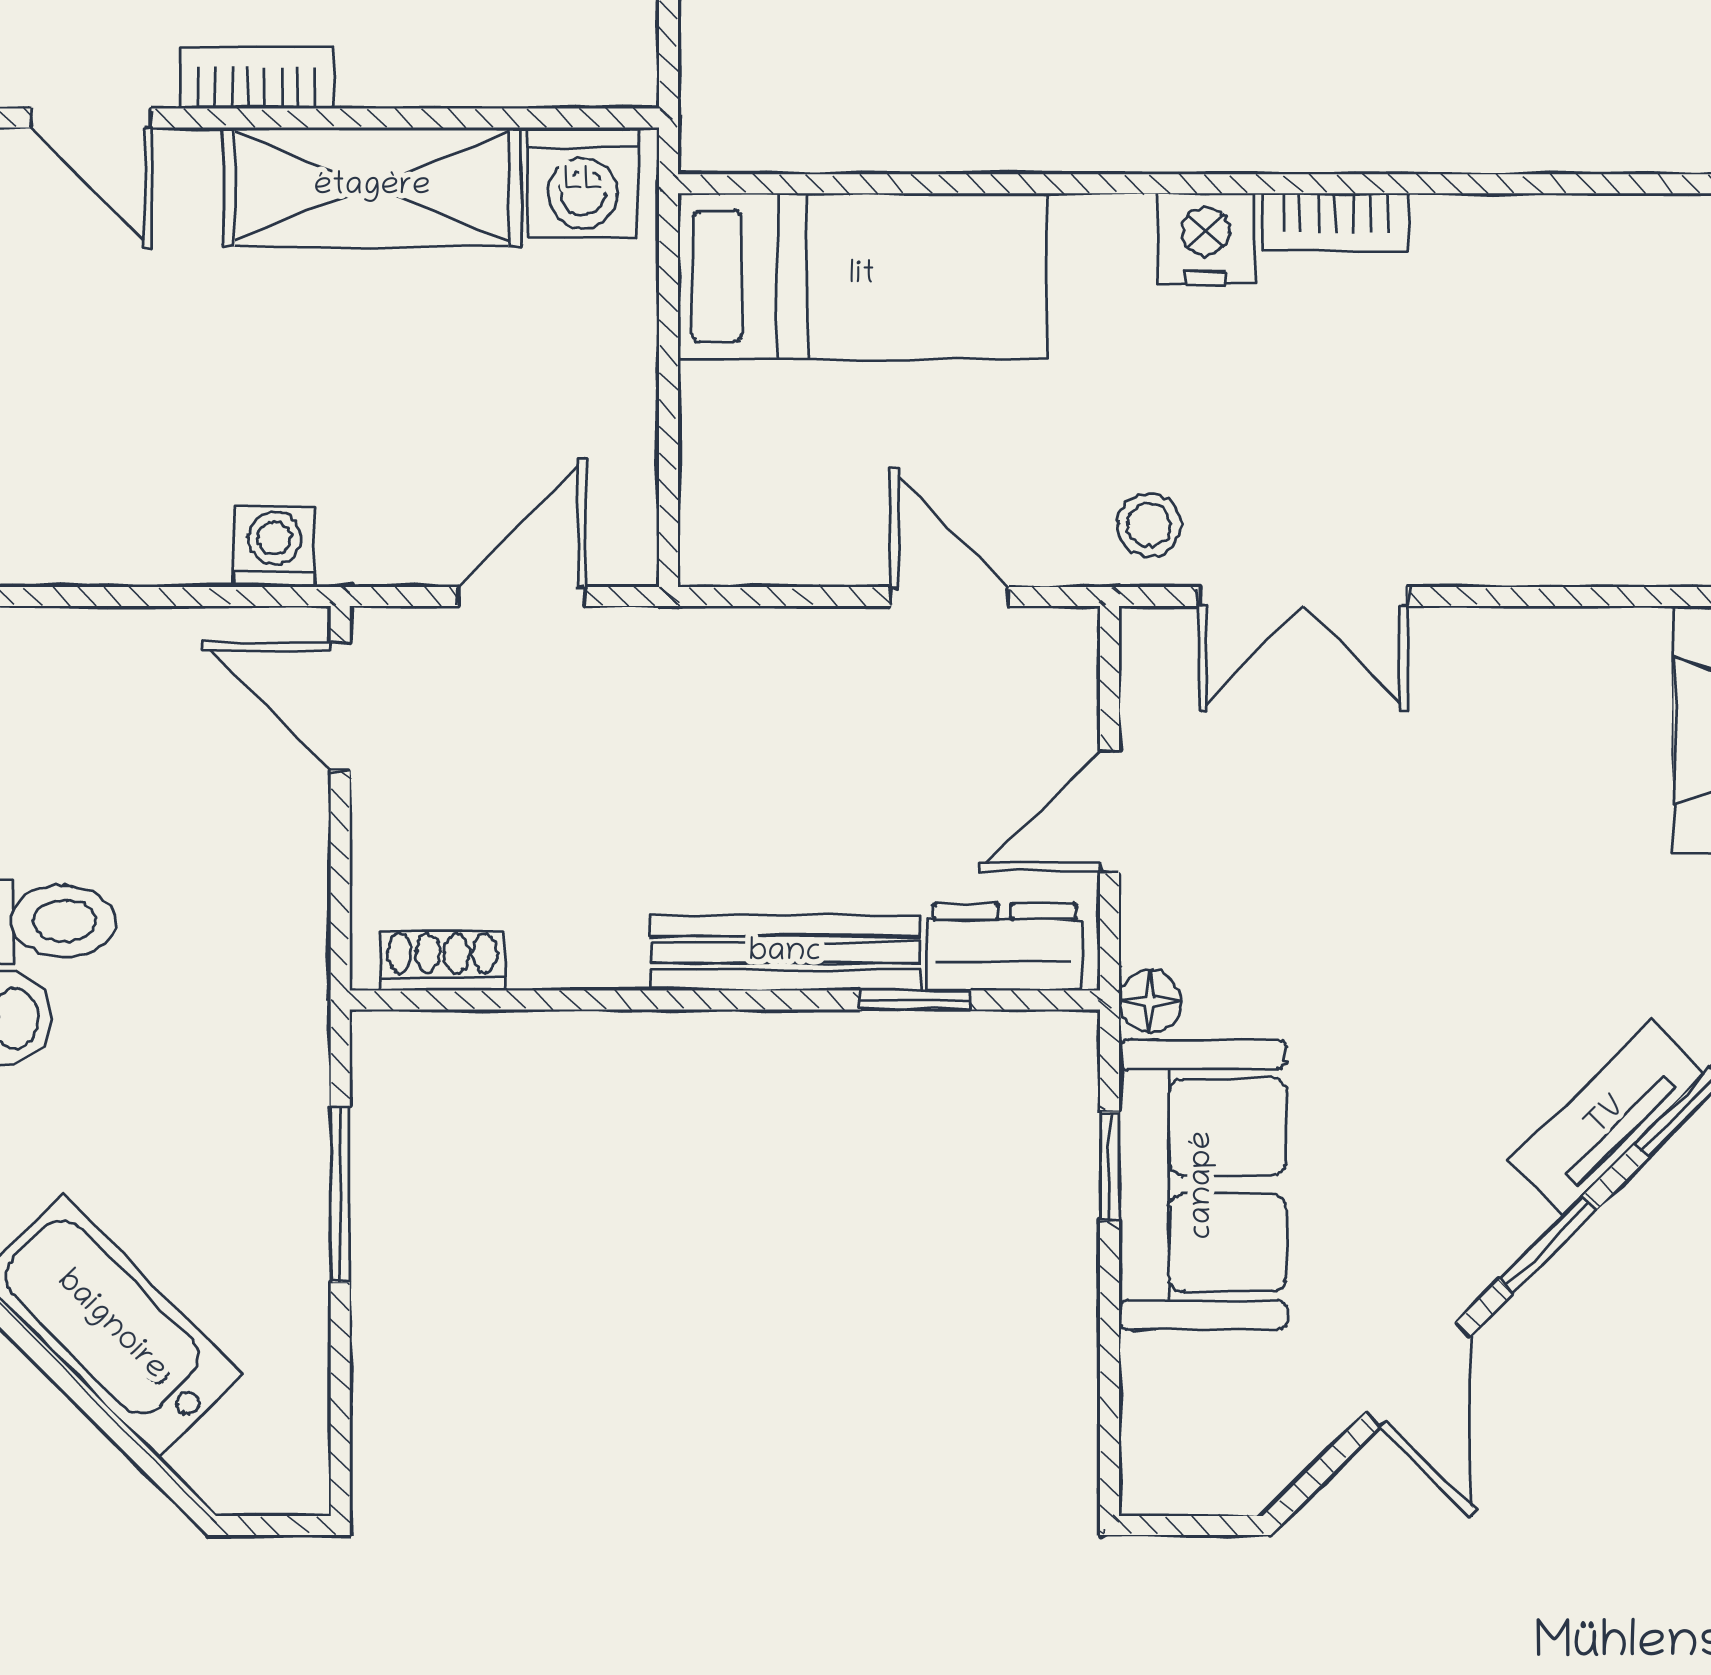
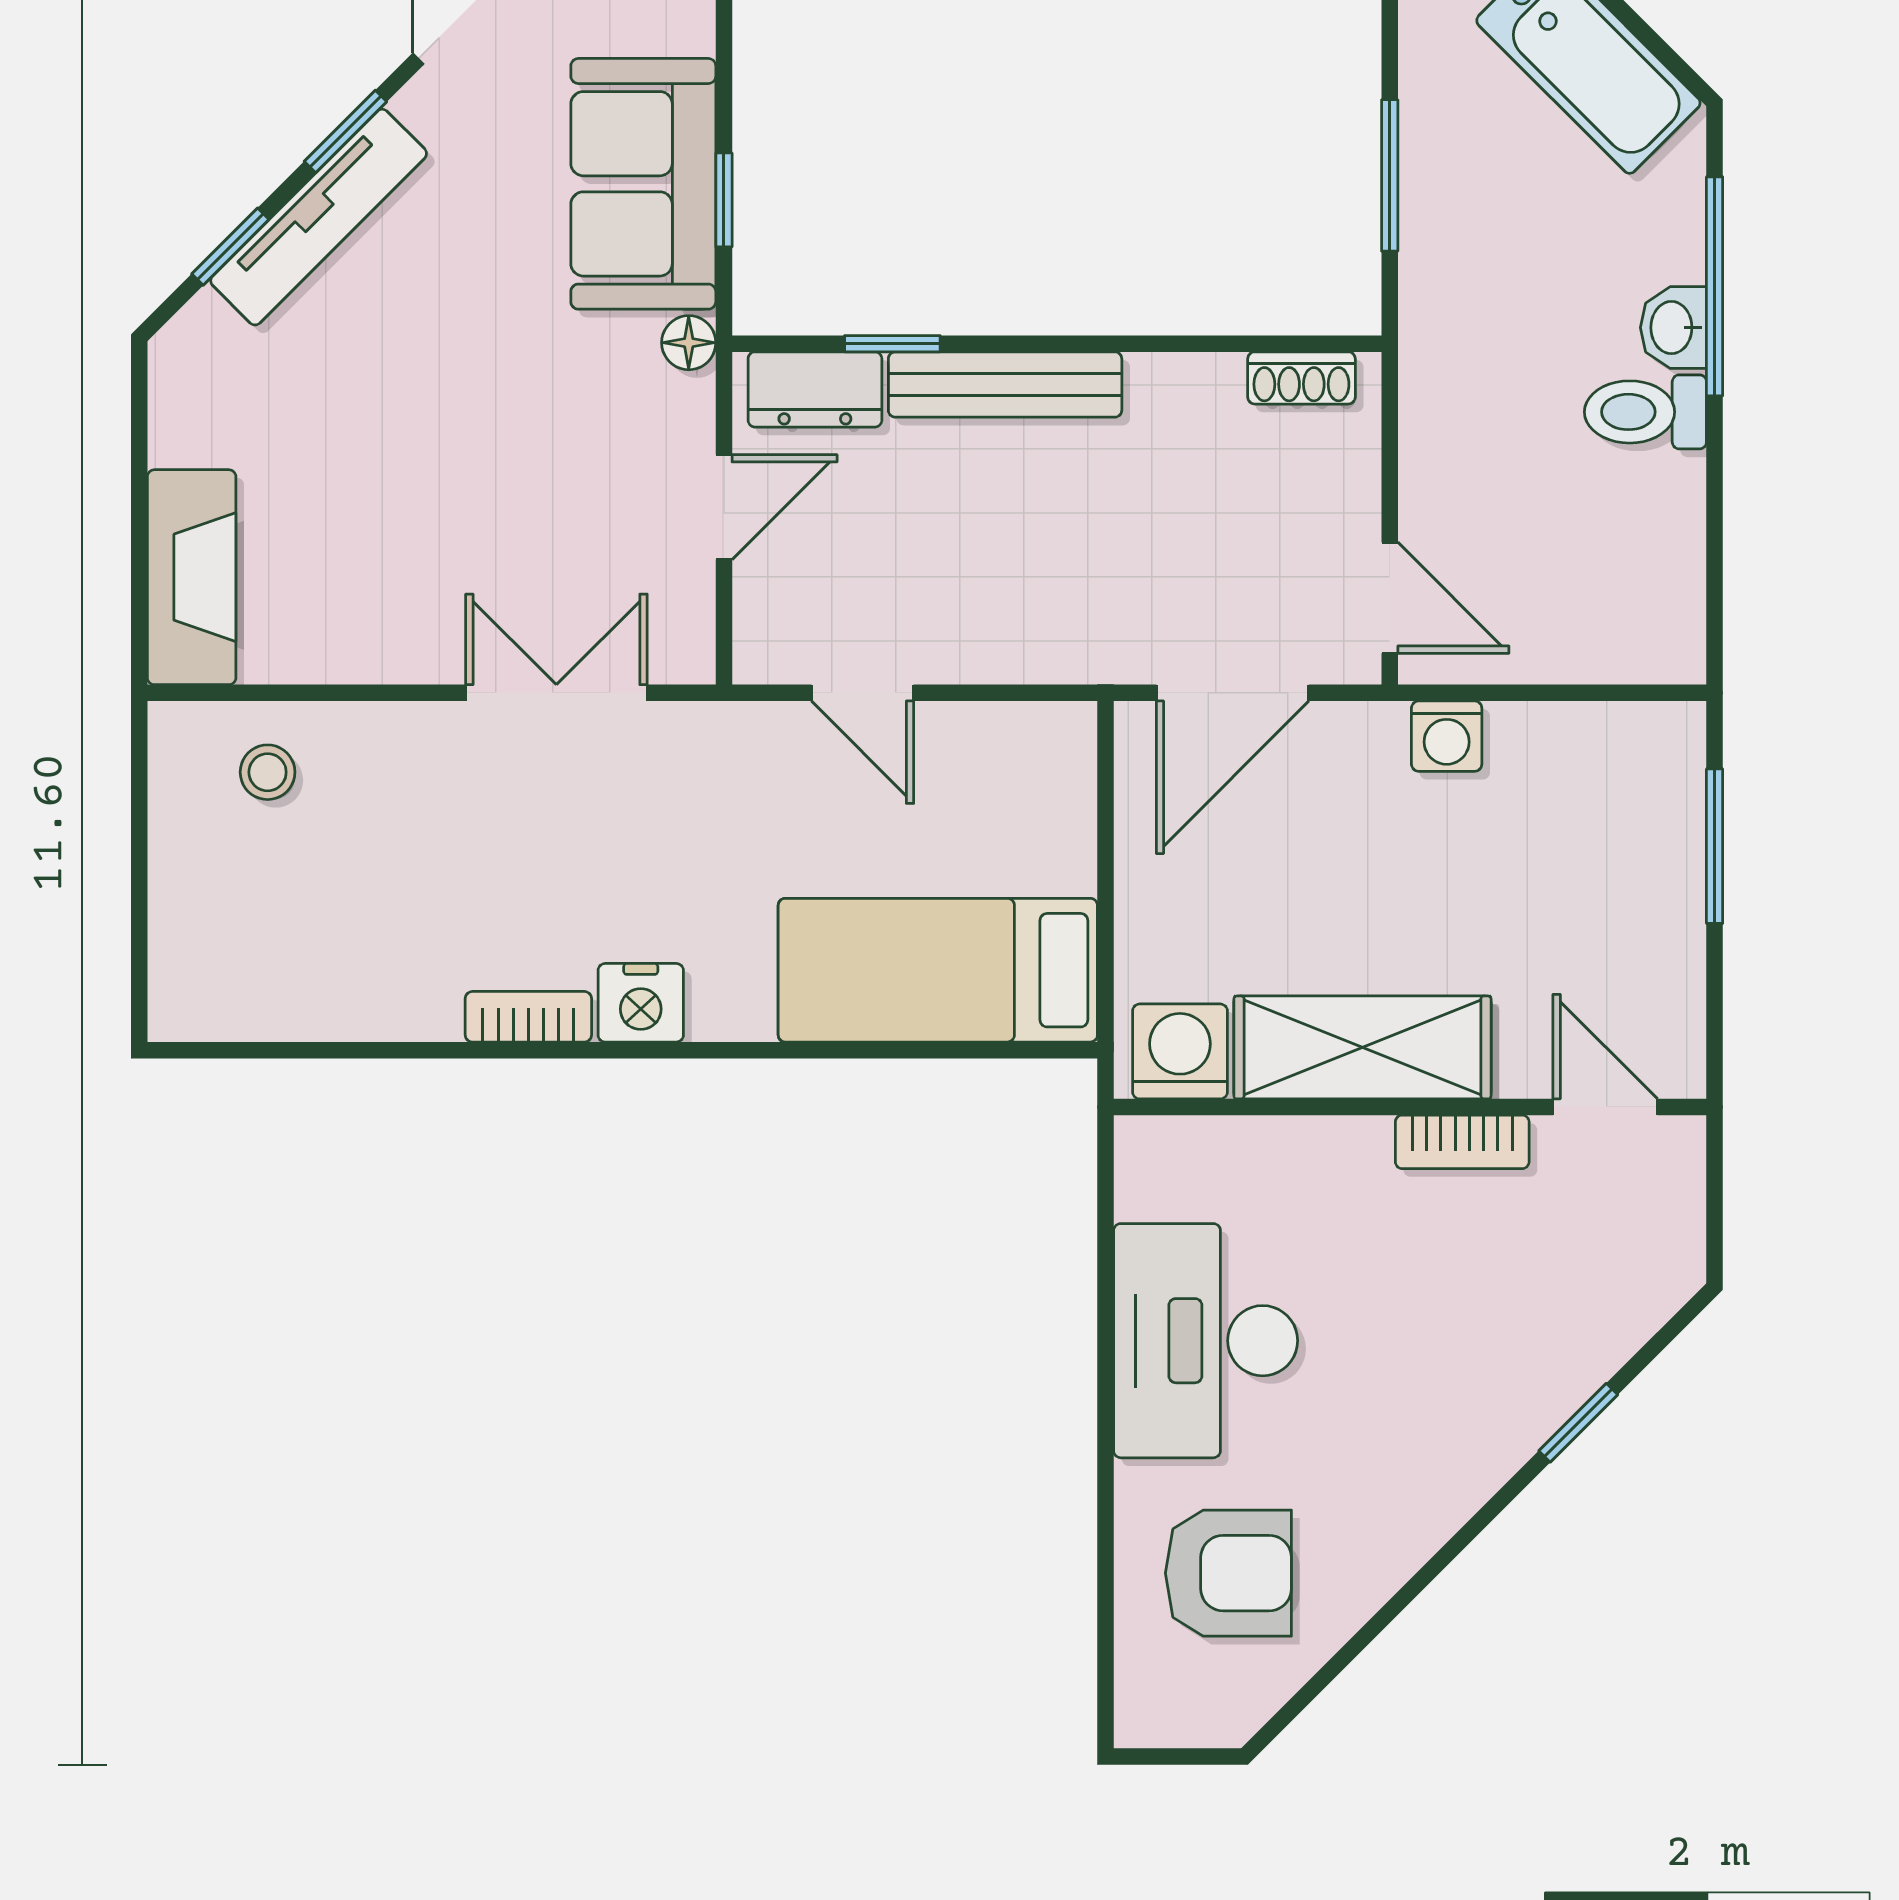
stool: (1149, 525) -> (268, 772), moved
door: (522, 597) -> (1233, 693), width x1.38
tv unit: (1607, 1117) -> (319, 217), width x1.41

